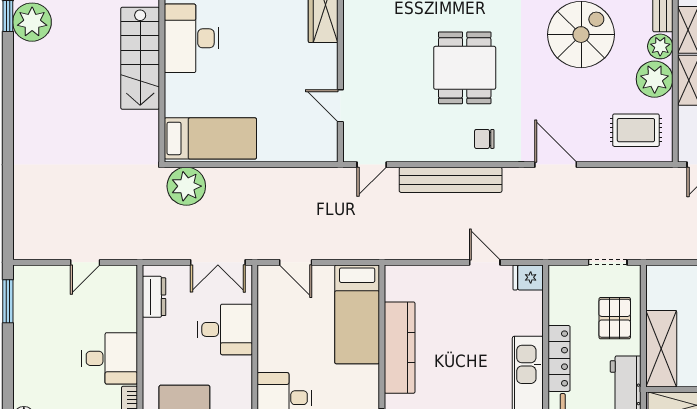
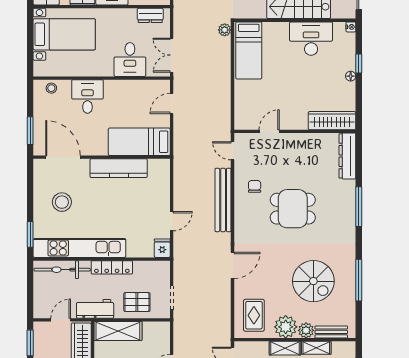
chair: (484, 139) -> (255, 186), moved
plant: (186, 186) -> (225, 30), width x0.53, depth x0.53

